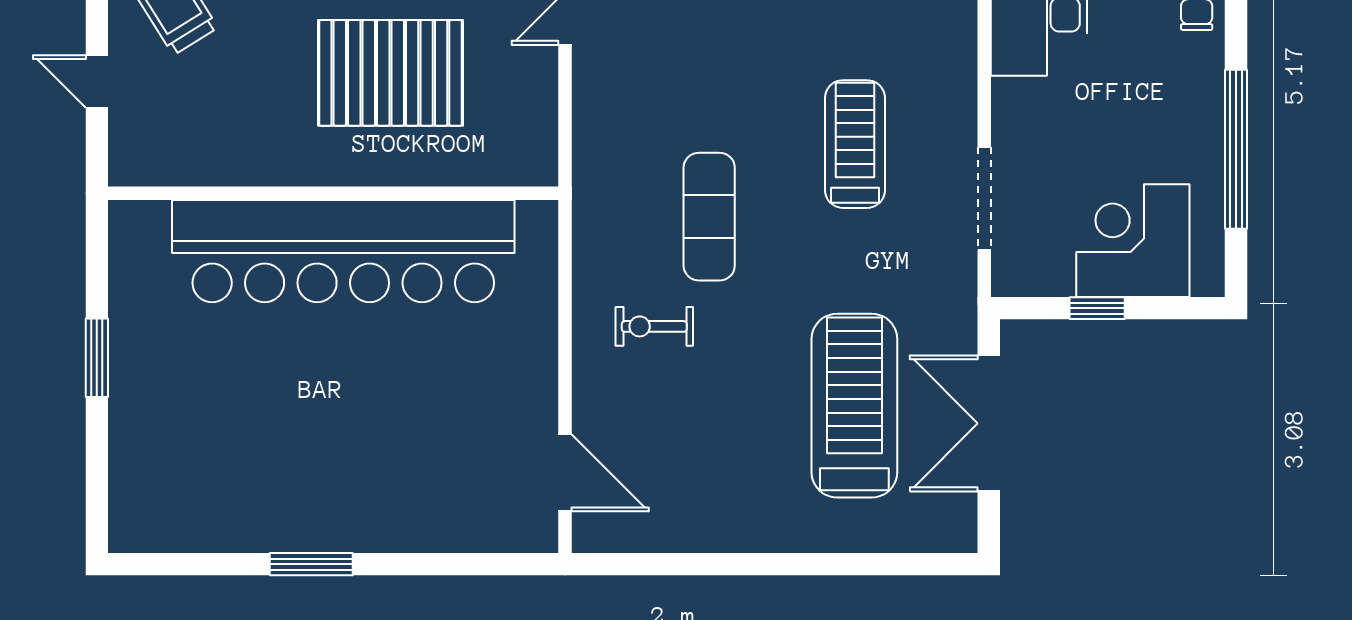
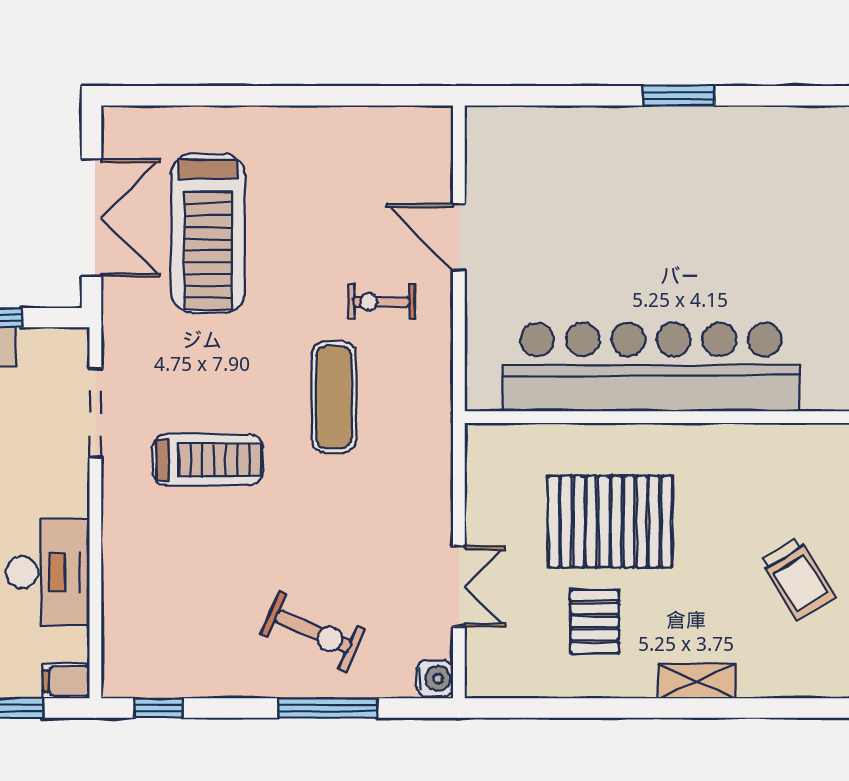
treadmill: (855, 144) -> (208, 460), turned -90
exercise bike: (654, 326) -> (381, 302), turned 180
door: (565, 473) -> (459, 237), moved

